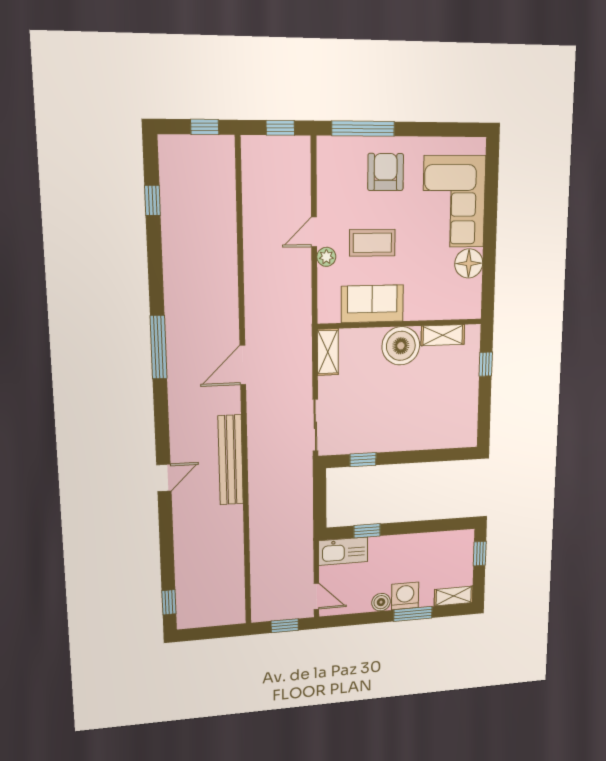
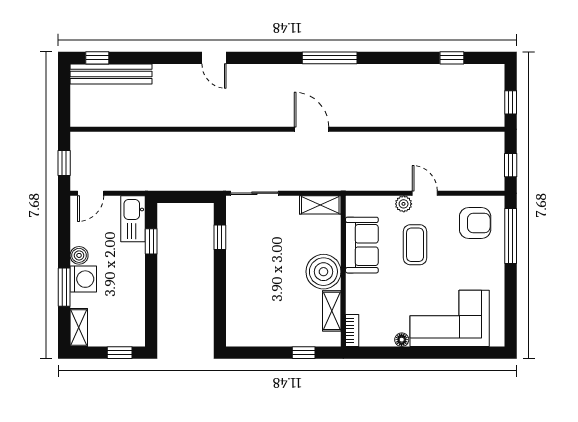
armchair: (386, 172) -> (475, 223), moved
floor lamp: (469, 263) -> (402, 340), width x0.53, depth x0.53
bookcase: (464, 312) -> (352, 330), added
bench: (231, 460) -> (111, 74), moved

